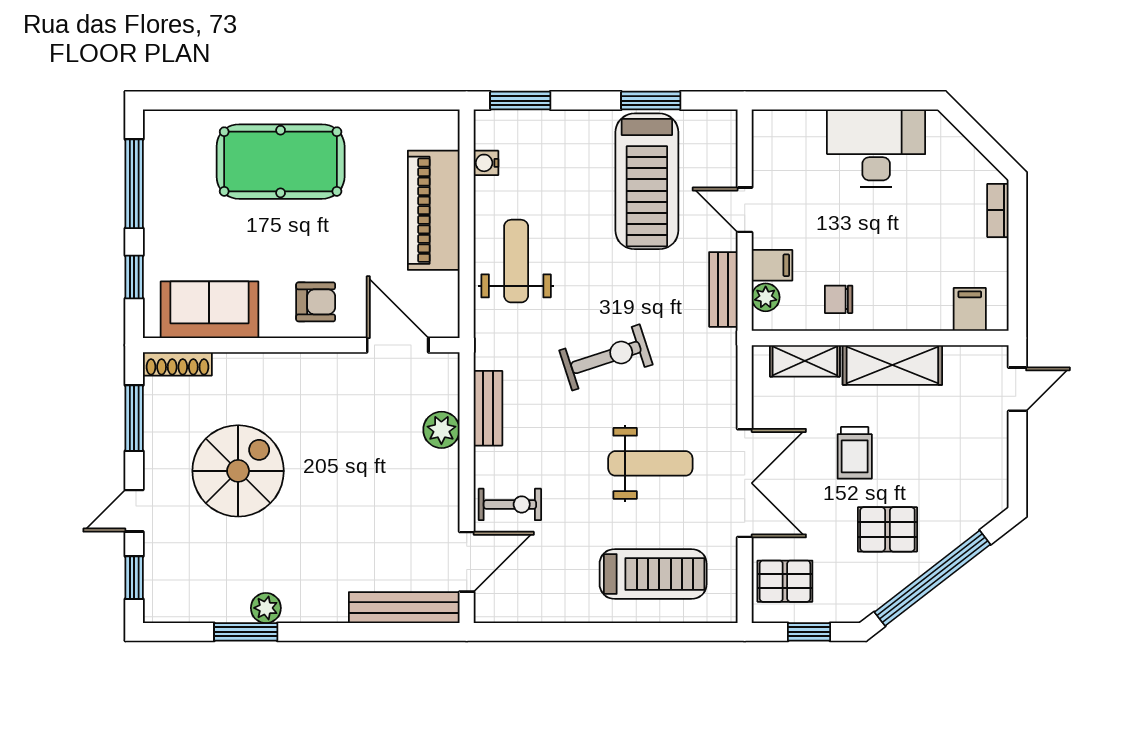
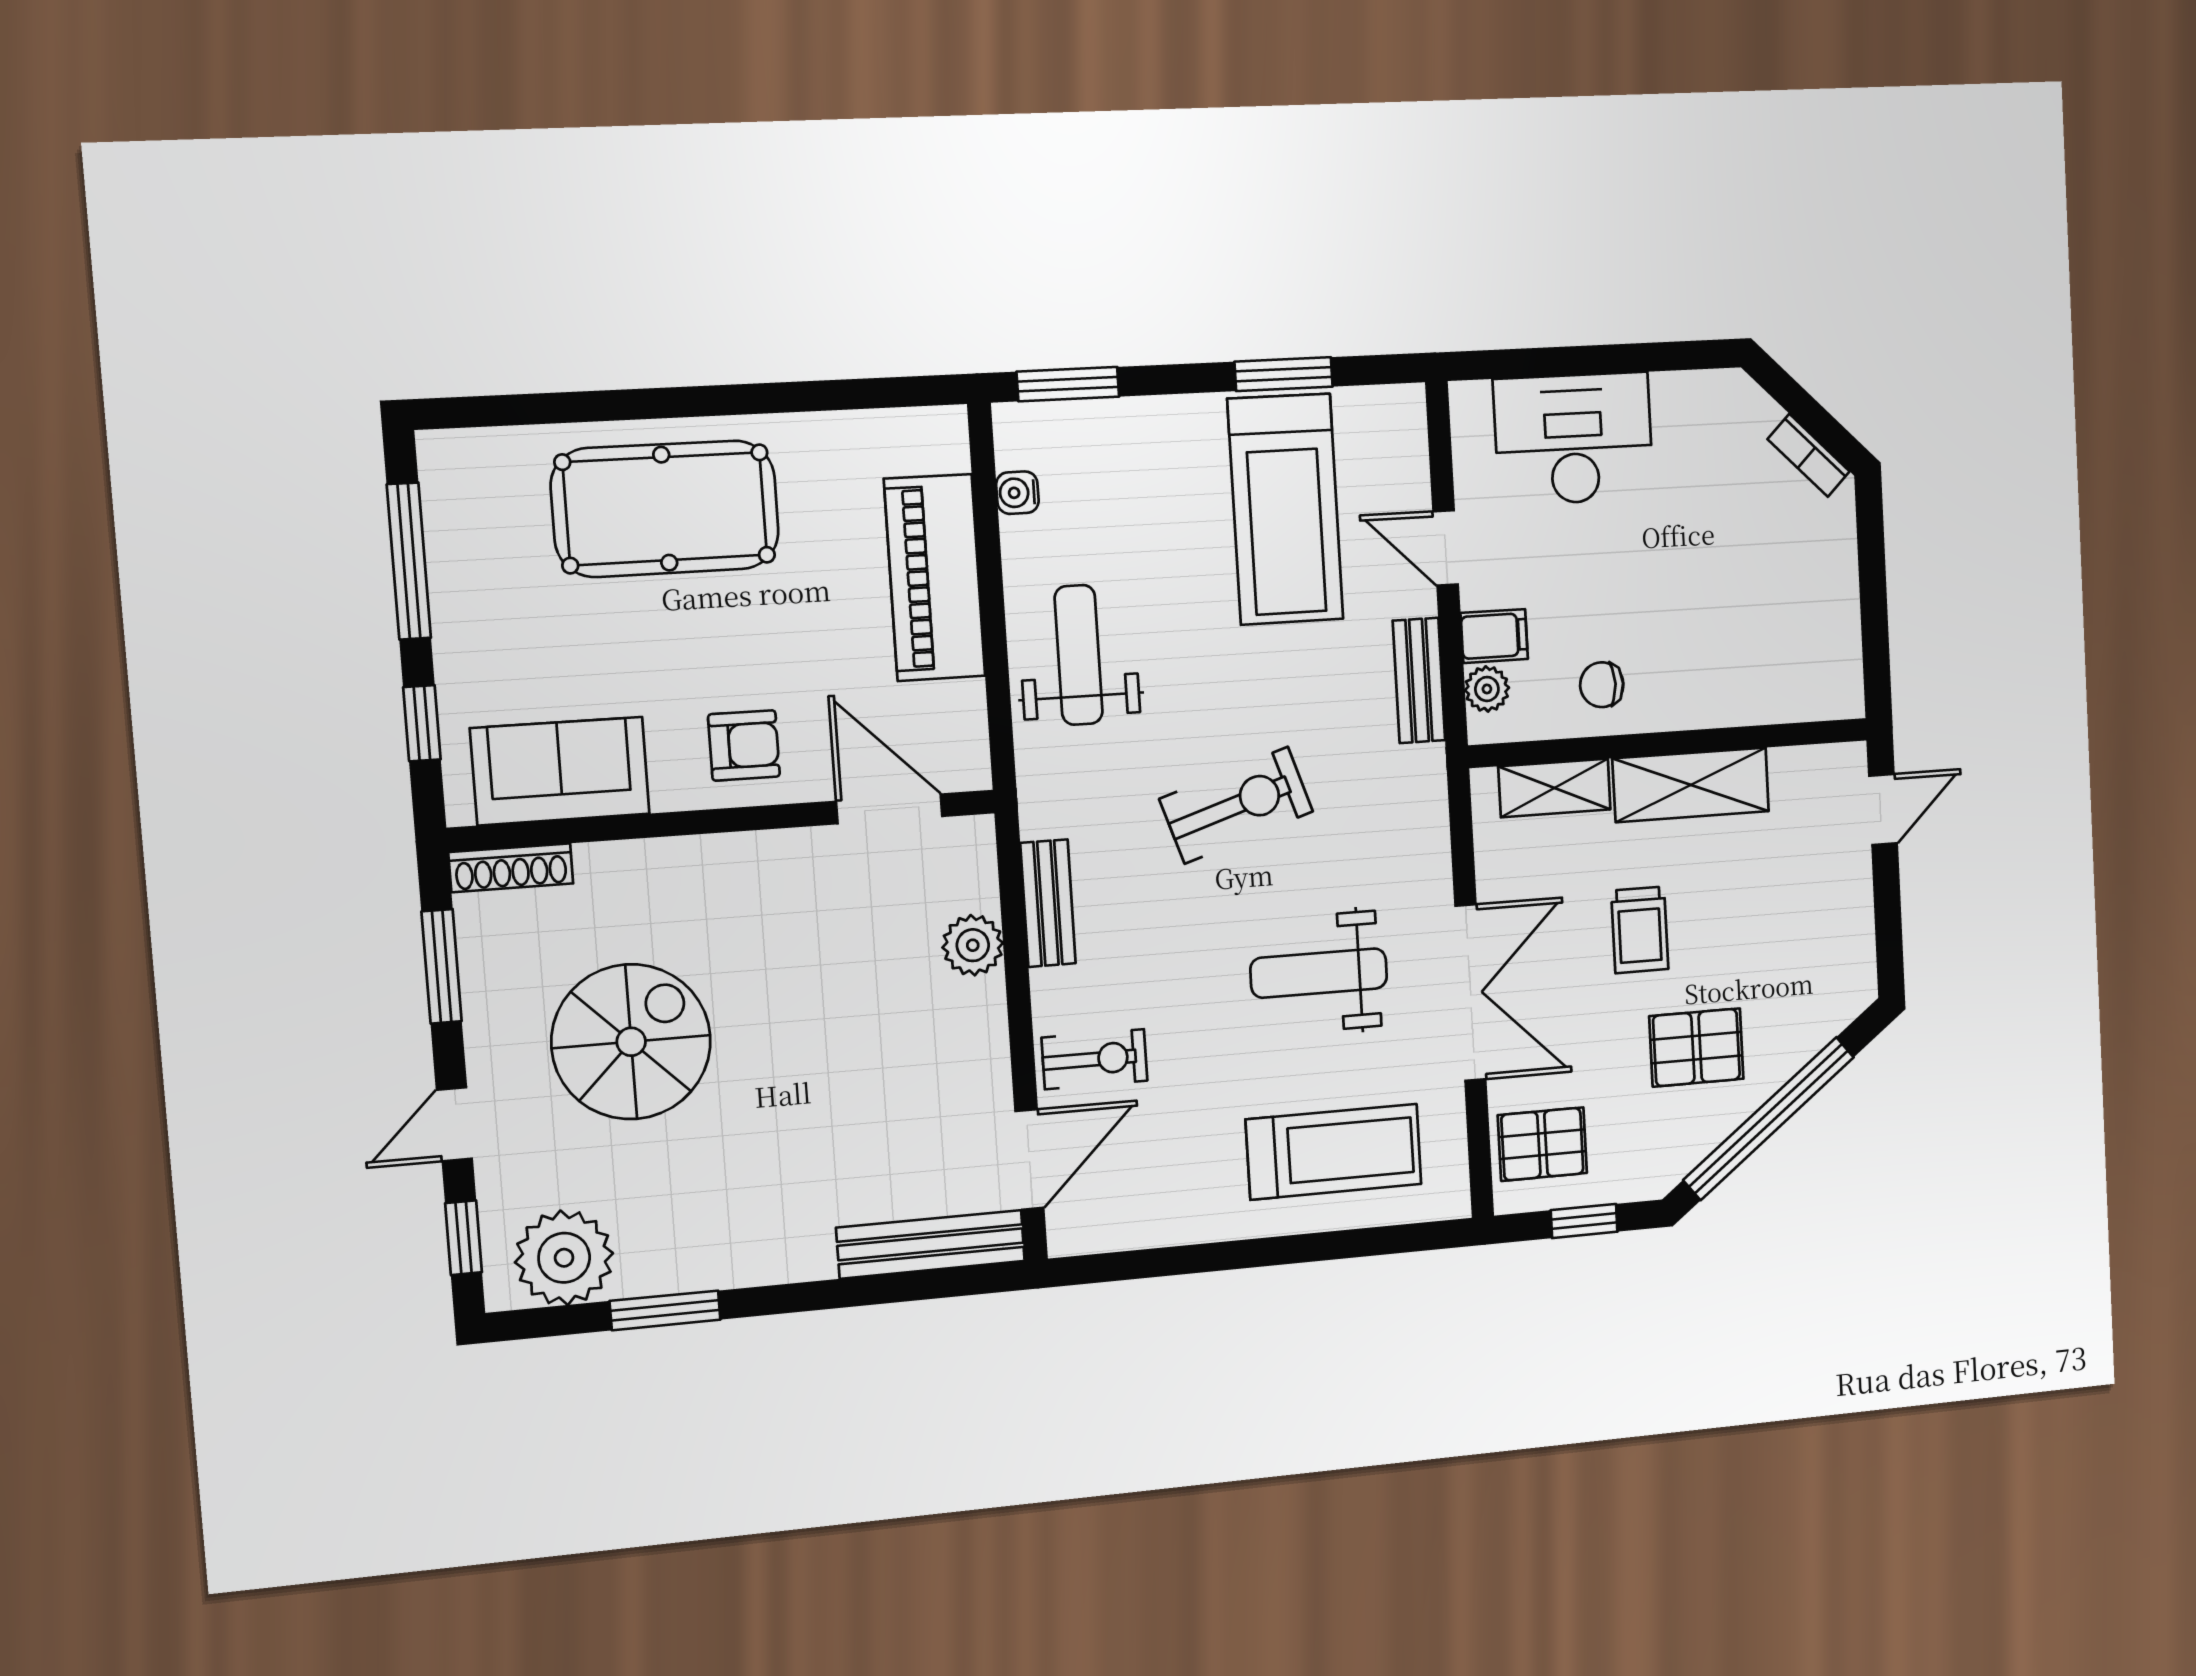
desk: (876, 148) -> (1574, 439), moved
bookcase: (998, 210) -> (1809, 455), moved, turned -45
filing cabinet: (970, 309) -> (1805, 688), removed
weight bench: (650, 463) -> (1319, 973), turned 180
plant: (266, 608) -> (564, 1258), moved, width x1.87, depth x1.87

